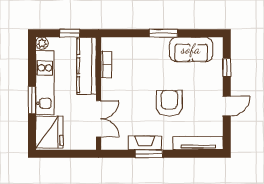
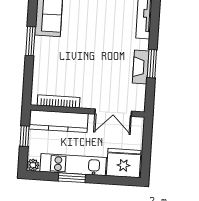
bookcase: (106, 64) -> (59, 101), width x1.56
window: (32, 100) -> (72, 178), moved
armchair: (169, 103) -> (102, 40), removed
double door: (98, 119) -> (113, 113), swing flipped

